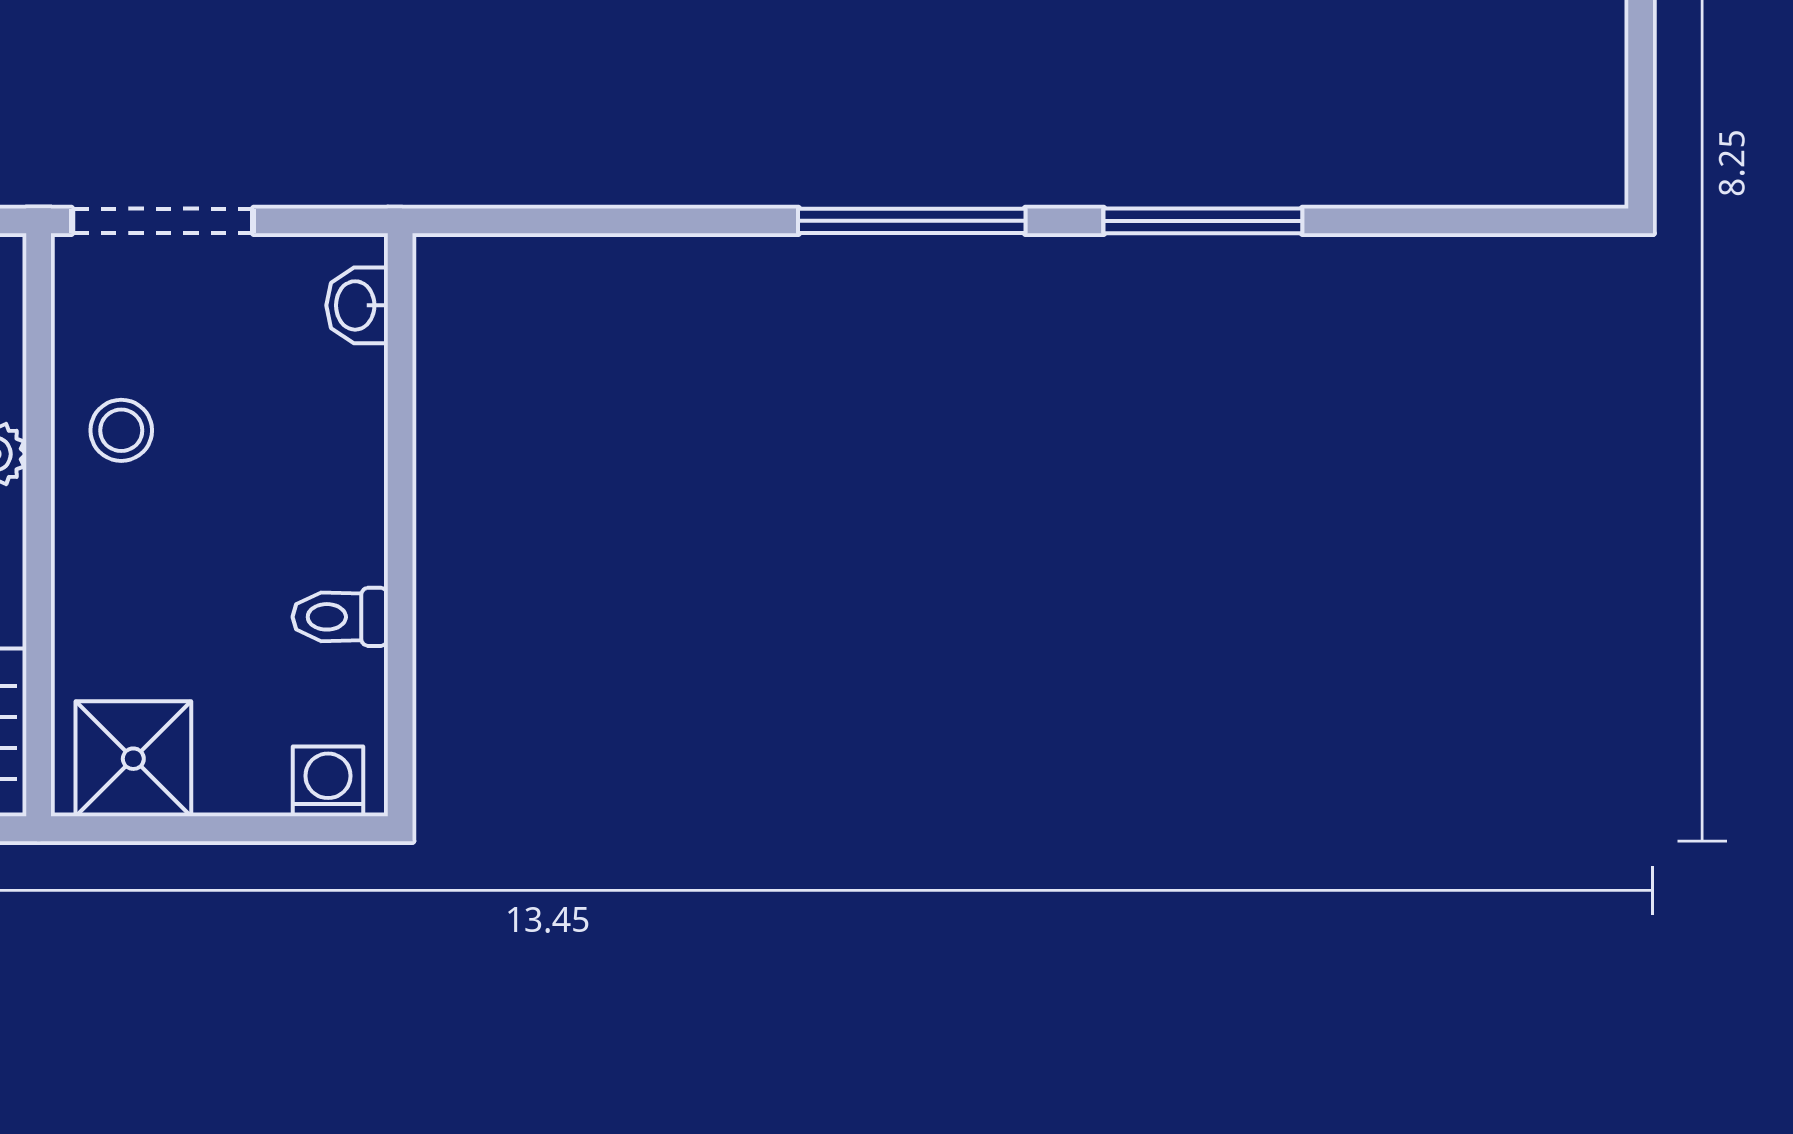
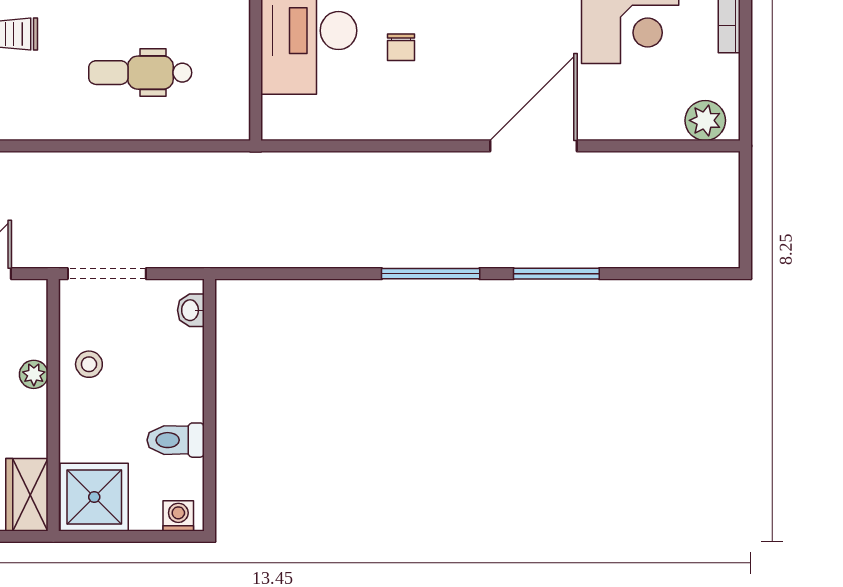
toilet: (340, 617) -> (176, 440), width x1.37, depth x1.39
shower: (133, 759) -> (94, 497), width x1.36, depth x1.36

